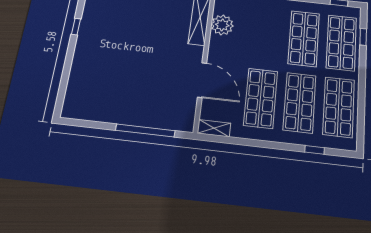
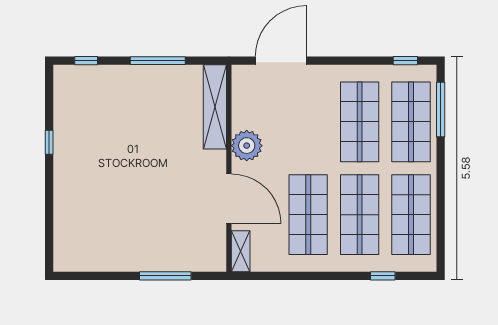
plant: (222, 25) -> (247, 146), moved
window: (363, 37) -> (441, 109), width x2.17
shelving: (214, 128) -> (241, 251), moved, turned 90
window: (145, 130) -> (165, 276), width x0.68

